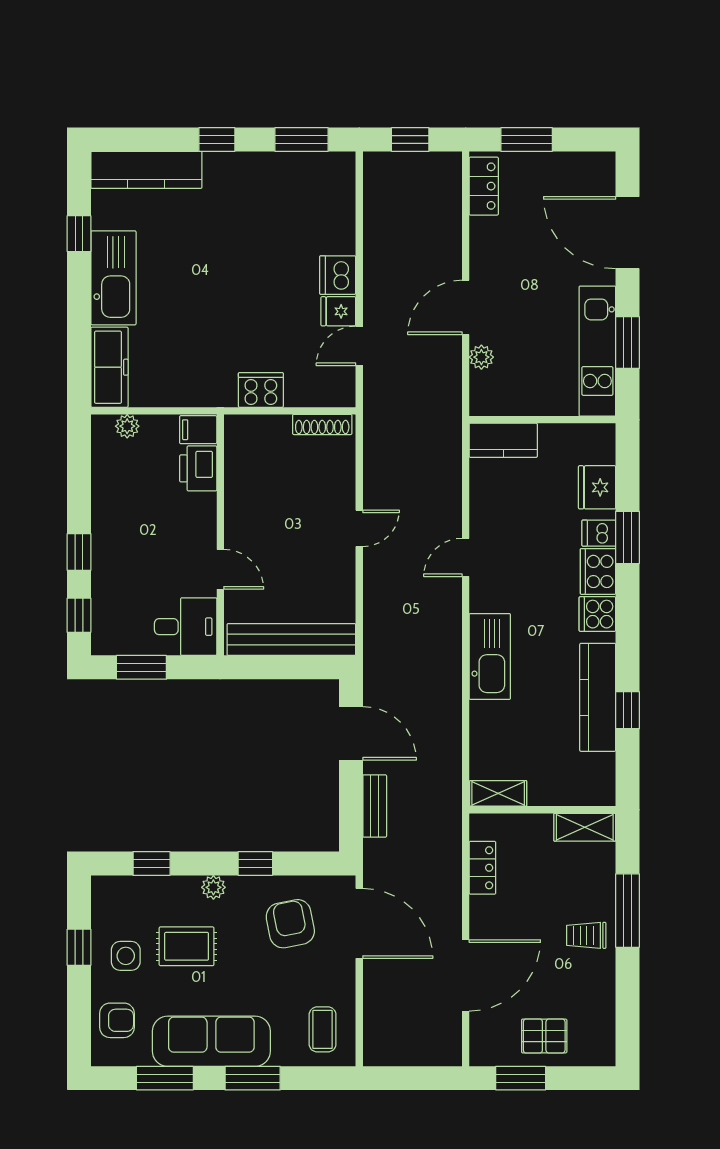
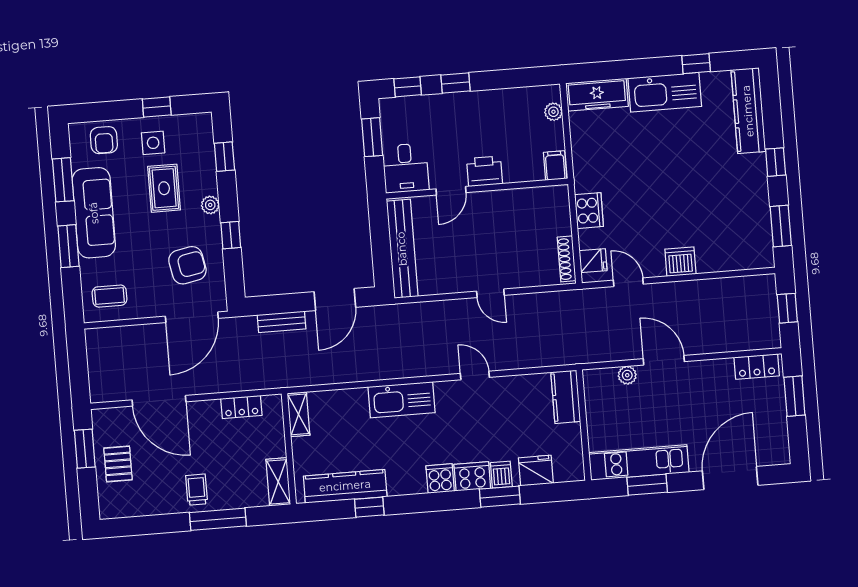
fridge: (338, 311) -> (593, 261), moved, turned 90
printer: (198, 468) -> (485, 171), moved
kitchen counter: (598, 697) -> (345, 486), moved

